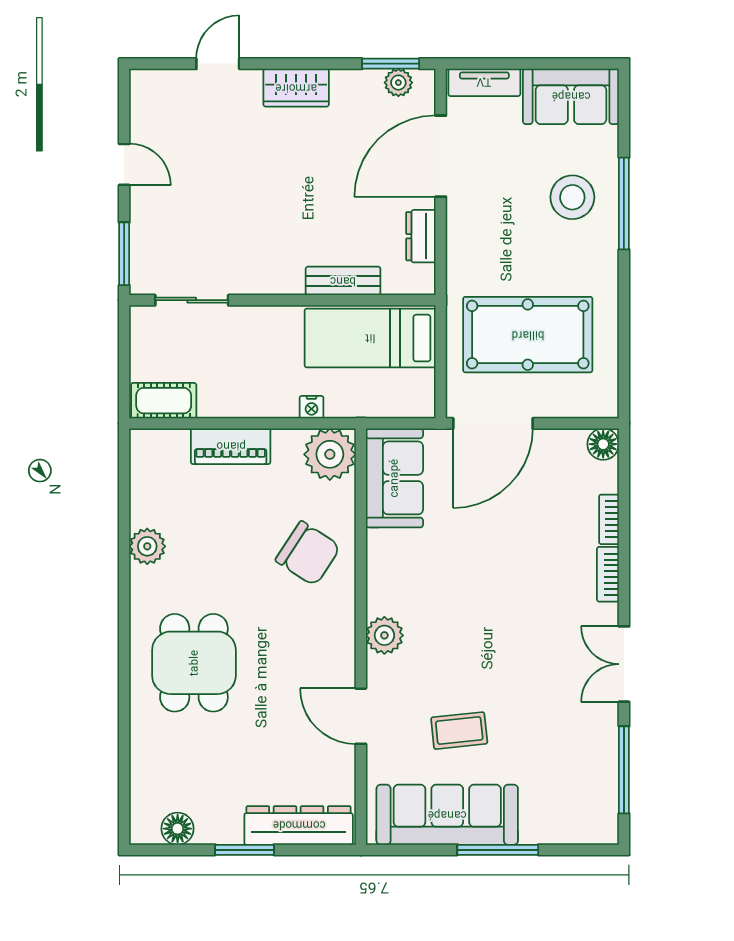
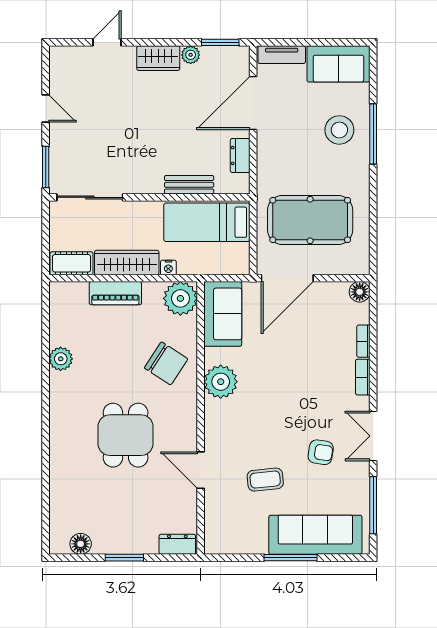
plant: (398, 83) -> (191, 55), moved
sliding door: (192, 300) -> (90, 197), width x1.37
wardrobe: (248, 399) -> (127, 263), added
plant: (384, 635) -> (221, 382), moved, width x1.36, depth x1.36
dining table: (194, 663) -> (126, 435), moved
armchair: (544, 689) -> (321, 452), added
sofa: (447, 815) -> (315, 535), moved
dresser: (299, 825) -> (177, 544), width x0.51, depth x0.80

